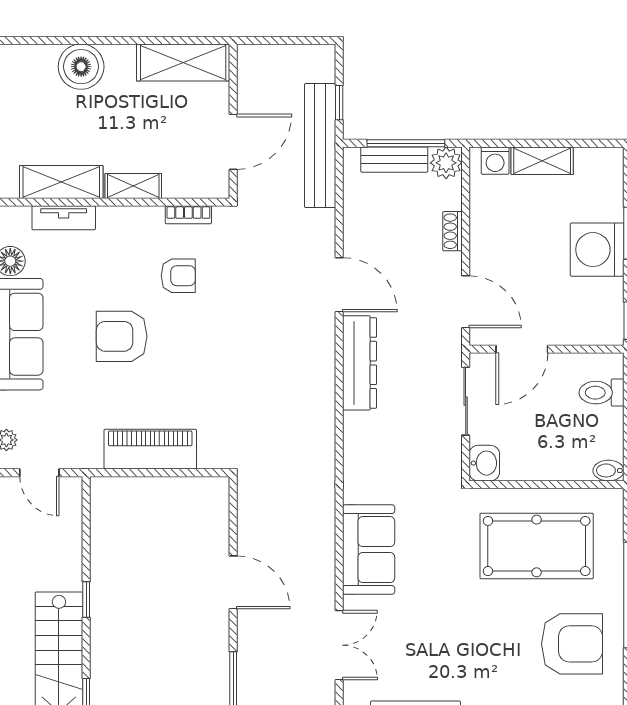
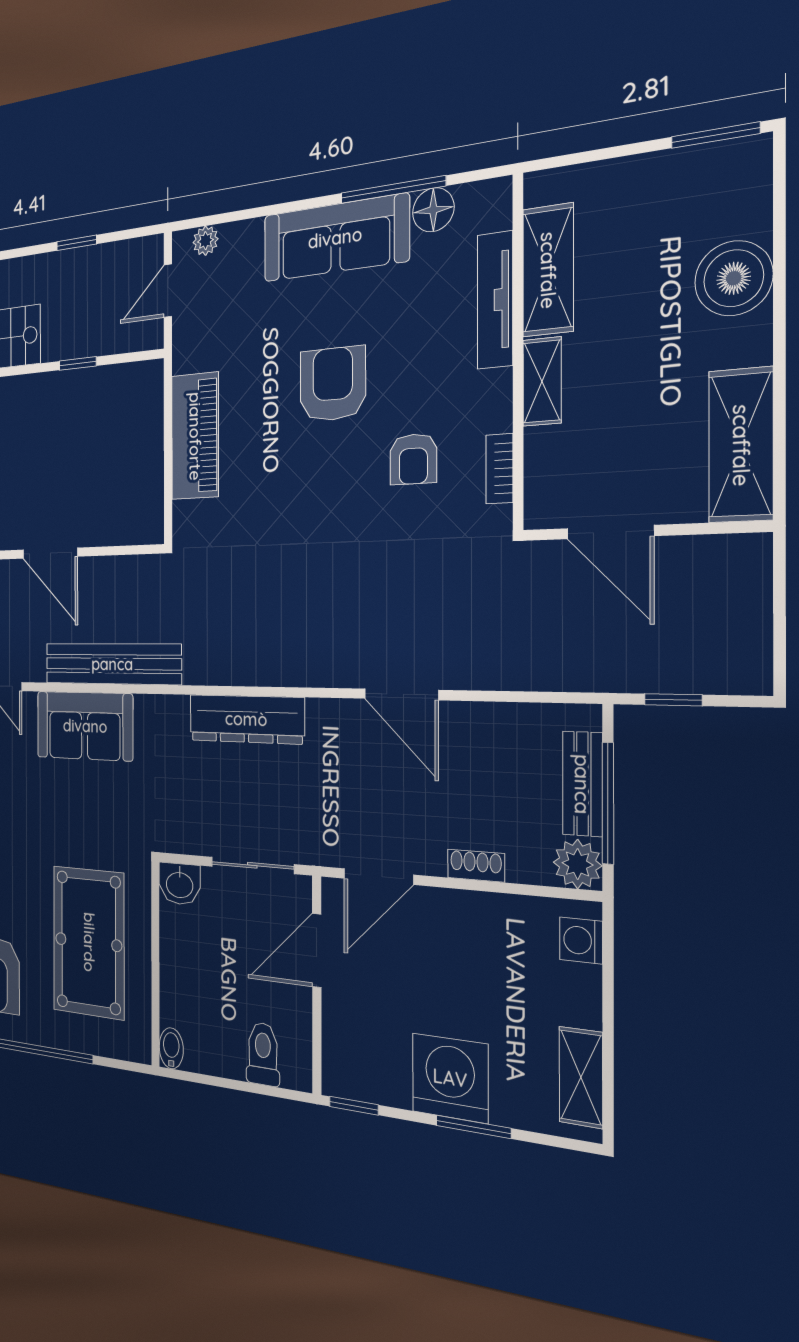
bench: (320, 146) -> (112, 664), moved
shelving: (542, 161) -> (581, 1077), moved
tv unit: (64, 218) -> (495, 300), width x1.41
door: (339, 285) -> (401, 694), hinge flipped
door: (522, 349) -> (317, 951), hinge flipped
dresser: (359, 363) -> (246, 719), moved
door: (233, 582) -> (50, 553), hinge flipped
window: (86, 600) -> (78, 363), moved

